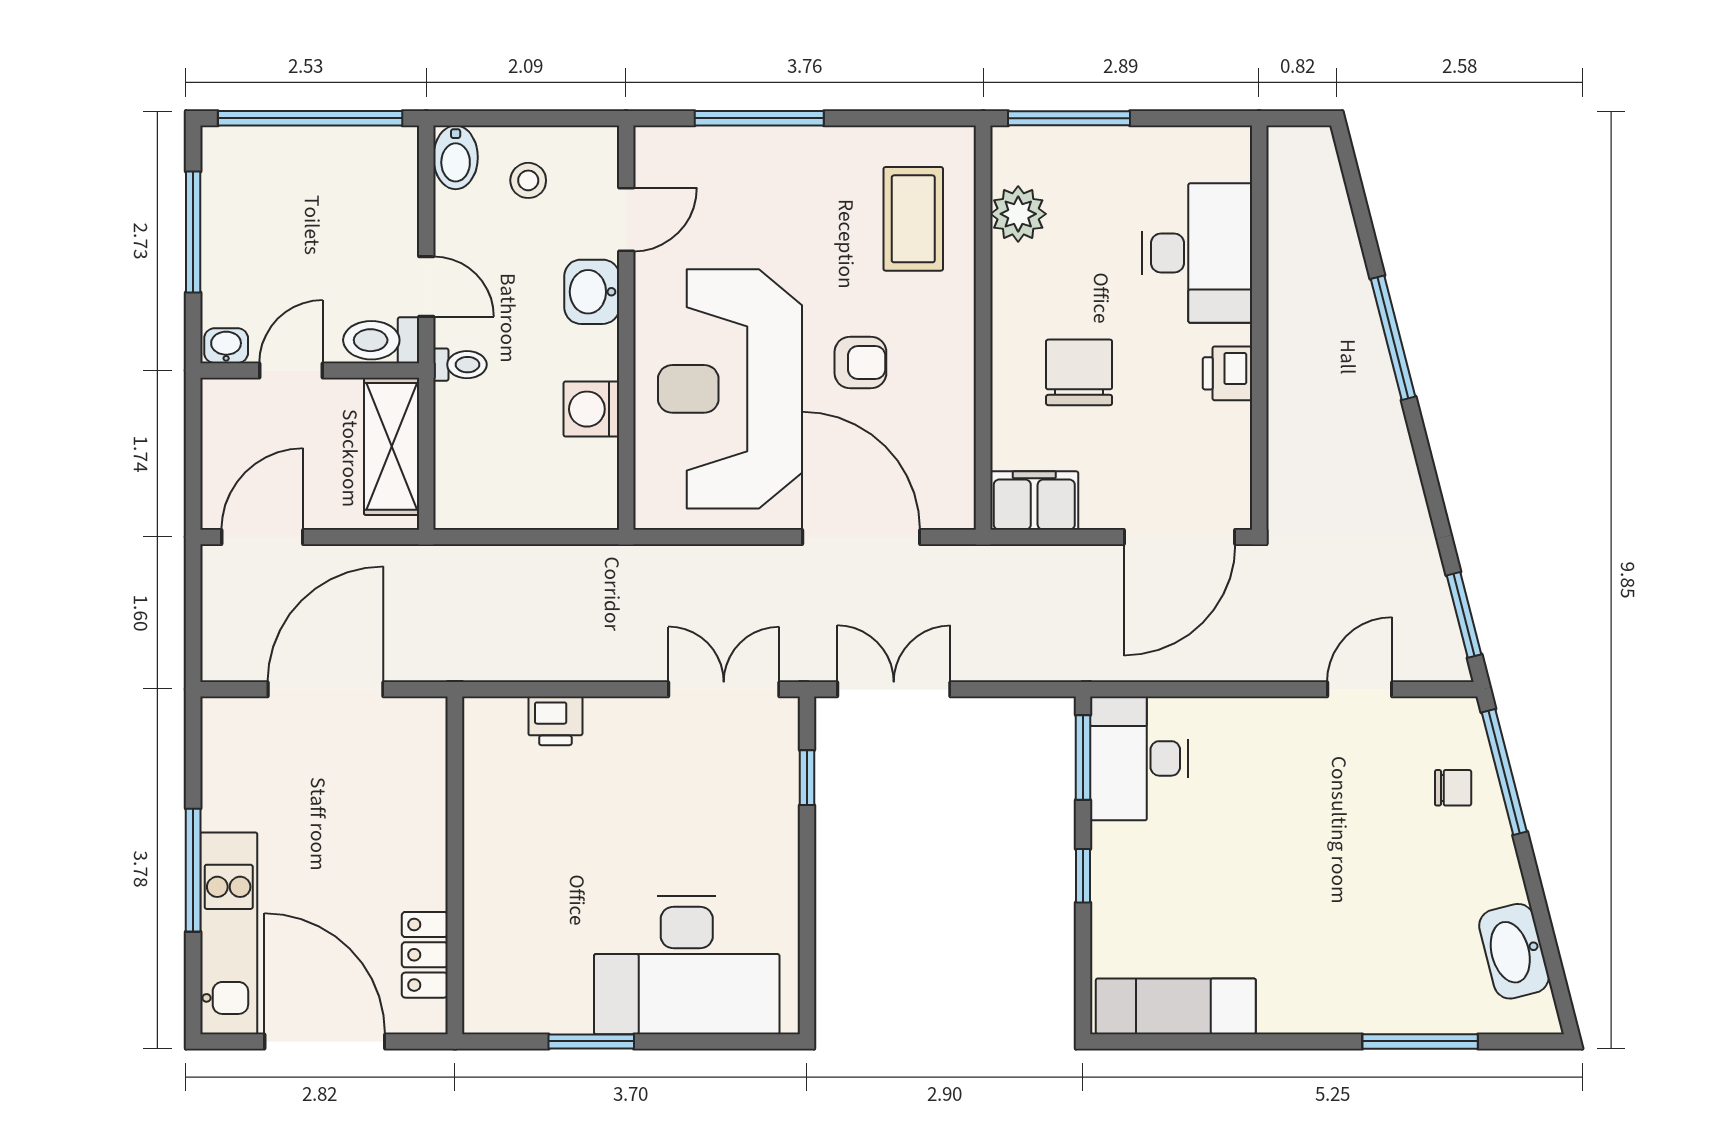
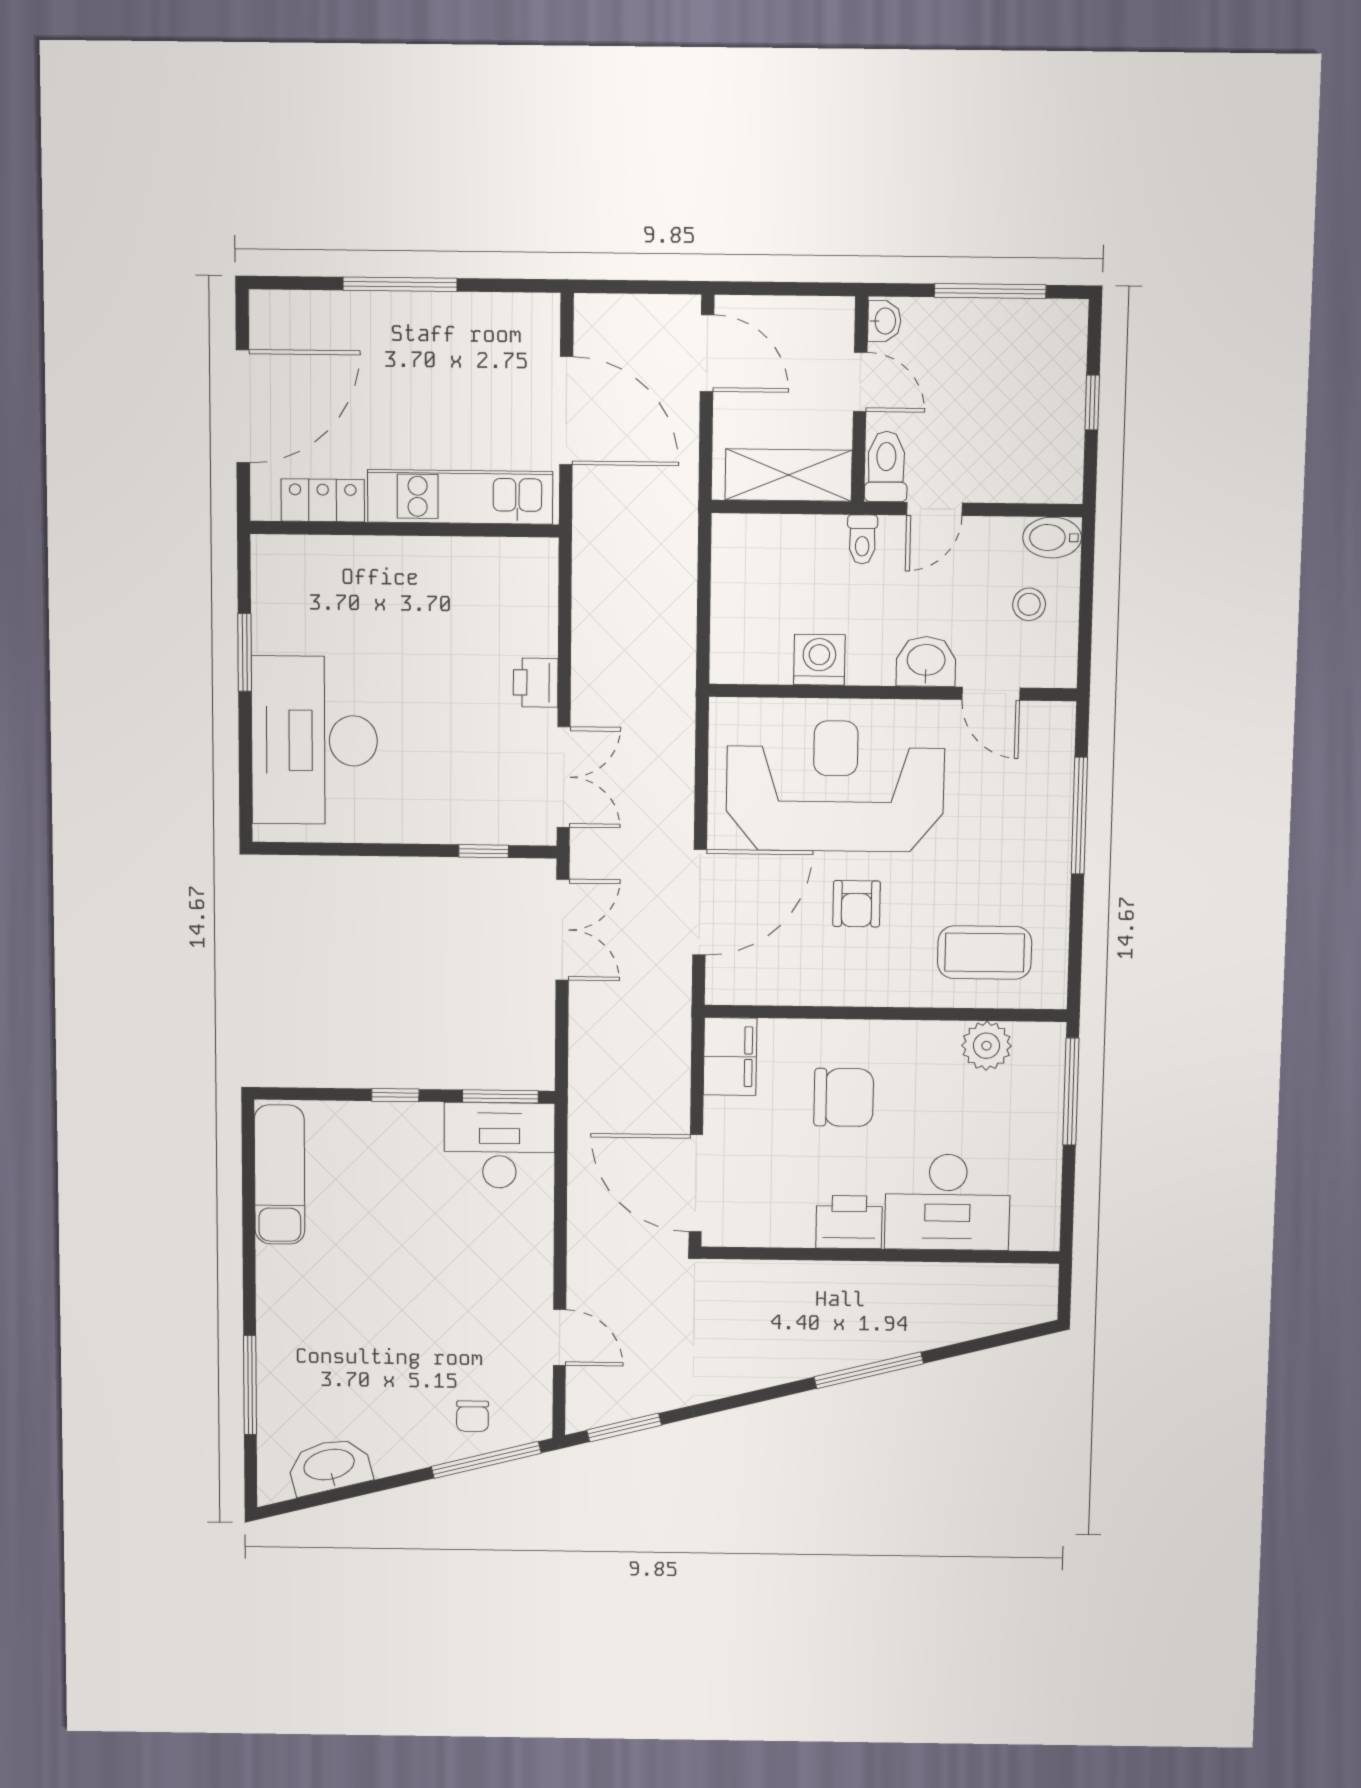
window: (310, 118) -> (1092, 402), width x0.32
printer: (1227, 373) -> (849, 1222), width x1.36, depth x1.24
printer: (555, 721) -> (536, 683), moved
kitchen unit: (229, 933) -> (460, 497), moved, turned 180

